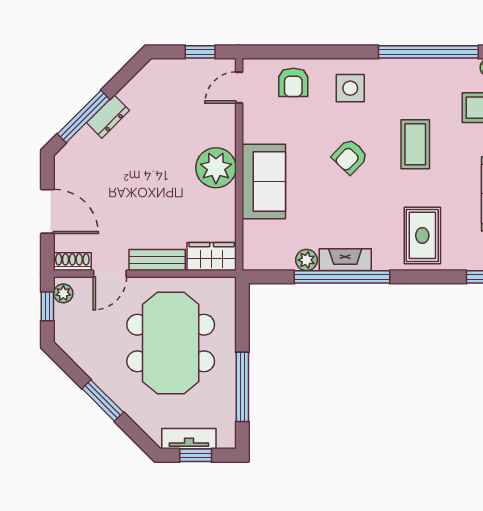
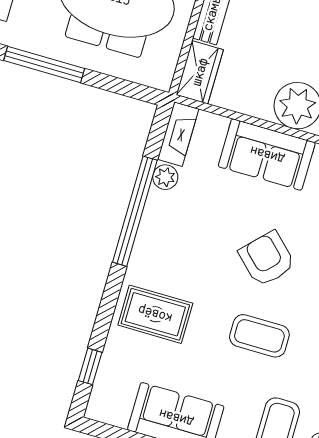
armchair: (350, 156) -> (267, 259), width x1.38, depth x1.38
fireplace: (345, 260) -> (178, 134), moved

